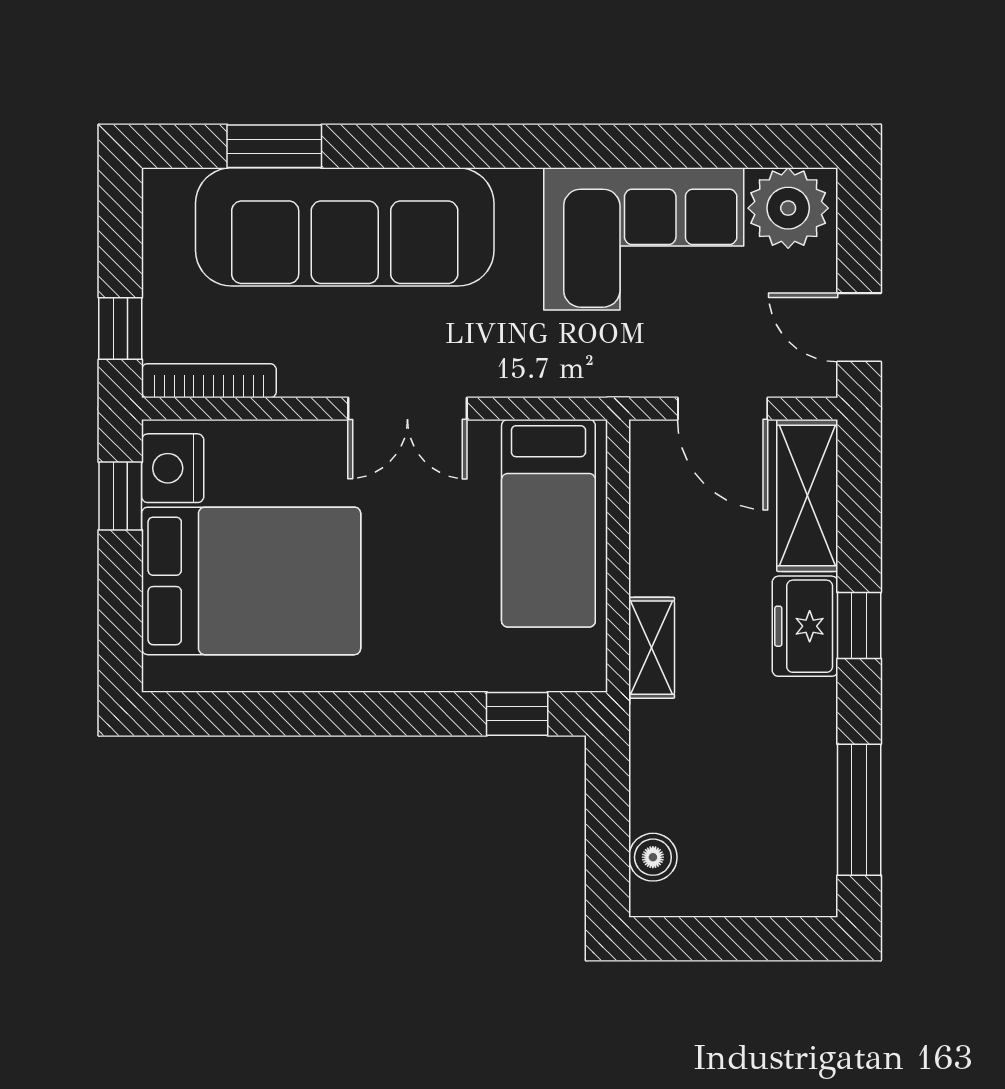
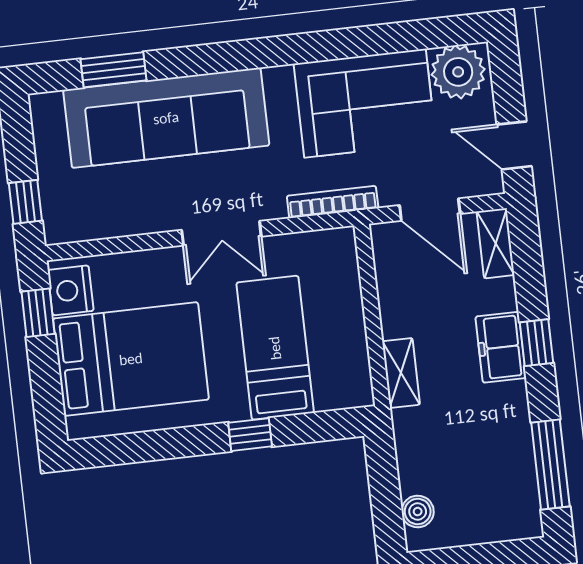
bookcase: (209, 381) -> (333, 202), moved
shelving: (807, 496) -> (496, 243), width x0.67, depth x0.75
bed: (548, 523) -> (275, 348), moved, turned 180
window: (517, 714) -> (250, 435), moved

